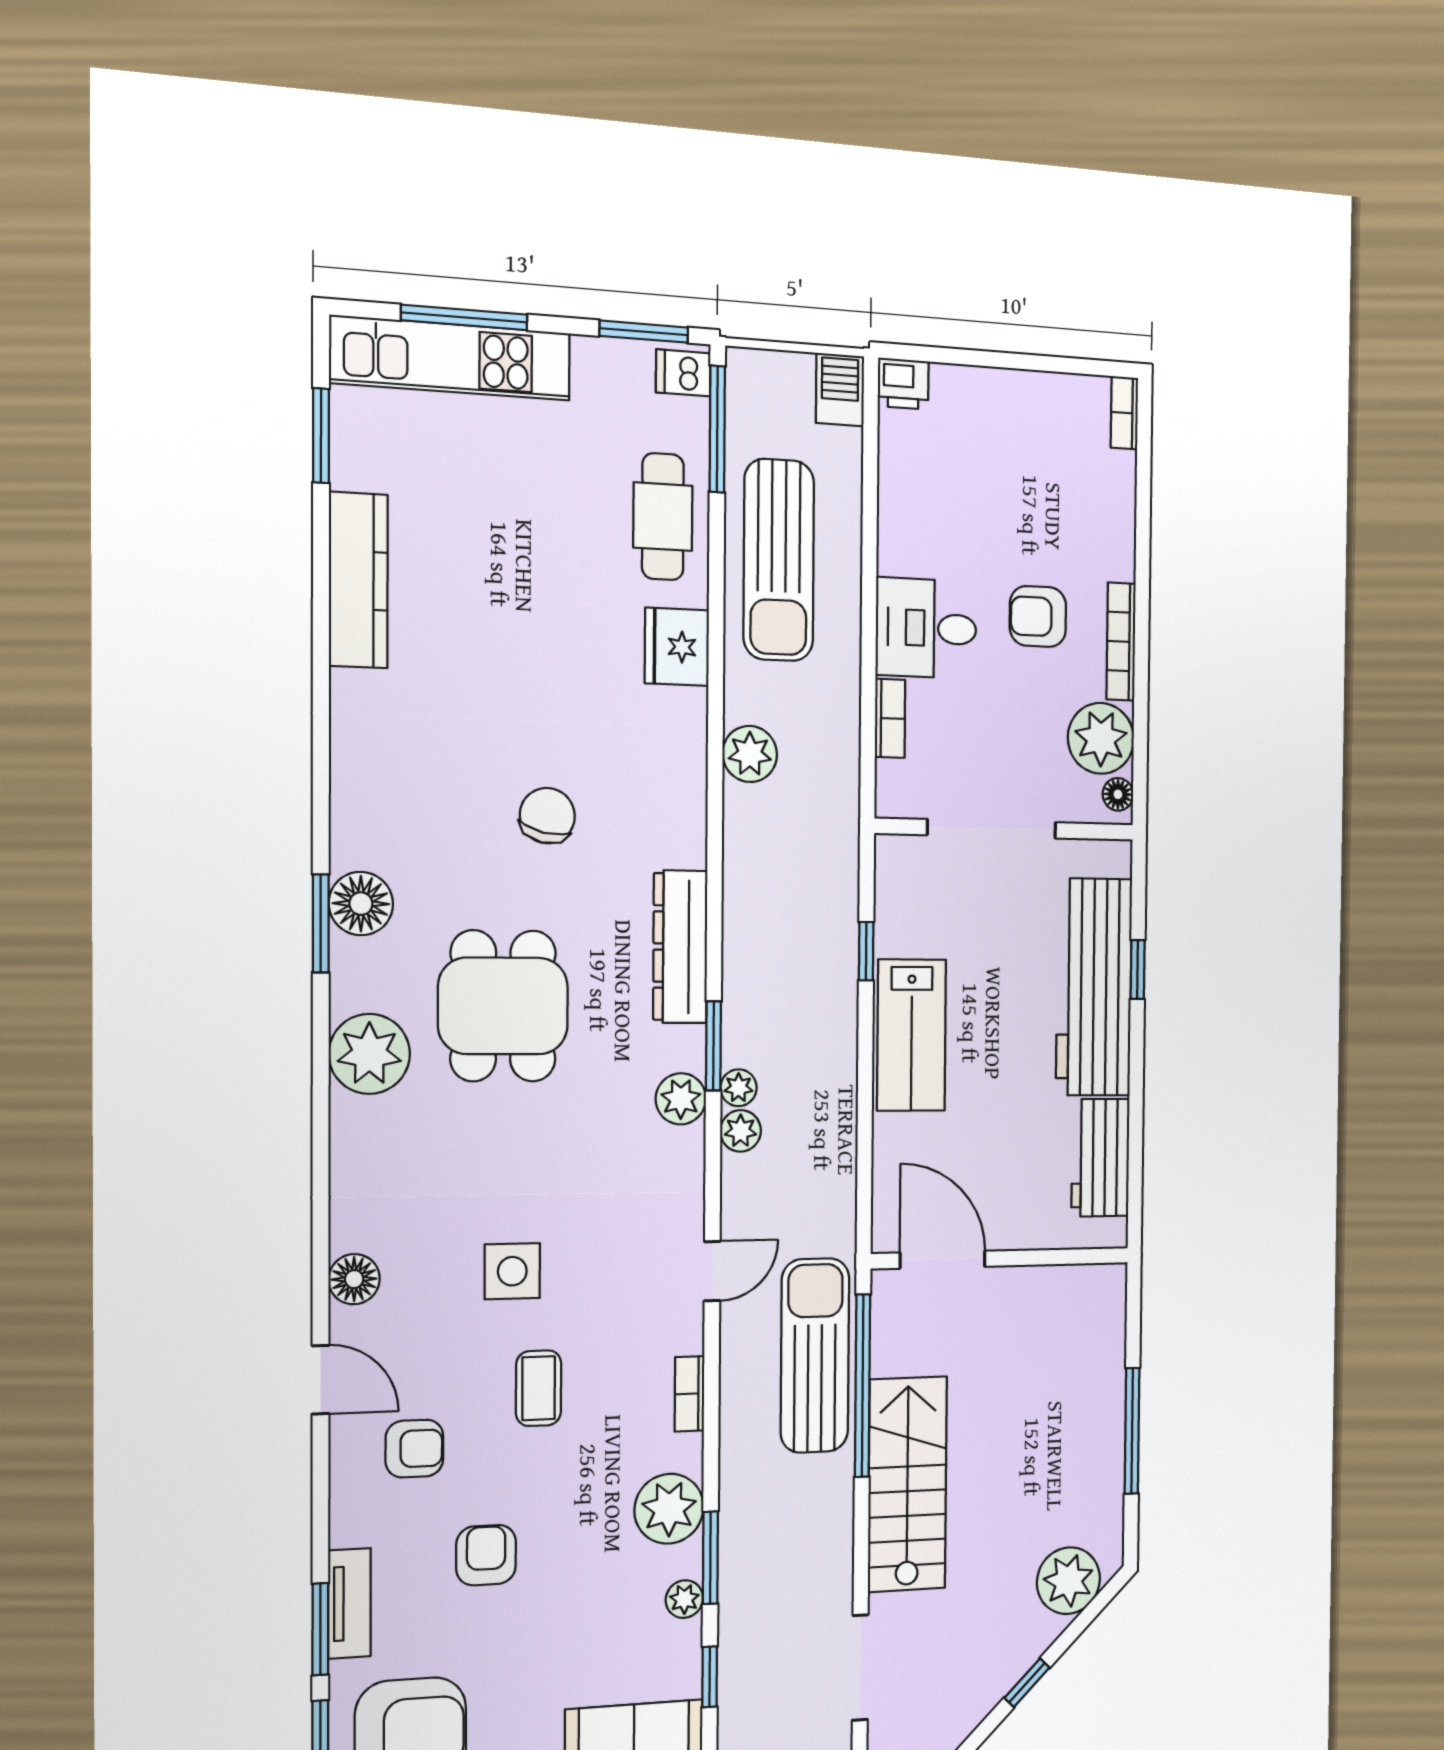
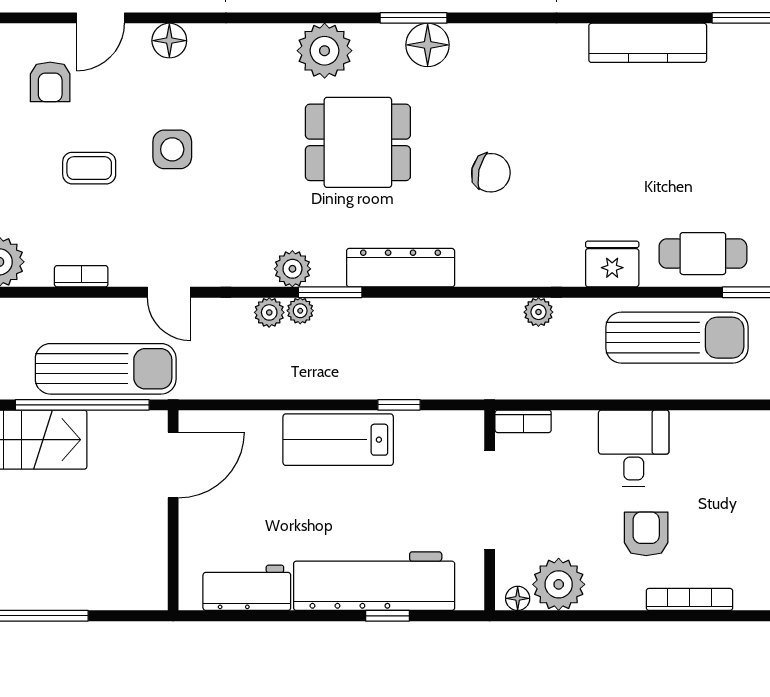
sun lounger: (779, 560) -> (677, 338), turned 180
bookcase: (1121, 642) -> (689, 599), moved
bookcase: (890, 718) -> (523, 421), moved
plant: (750, 754) -> (538, 312), width x0.73, depth x0.73

